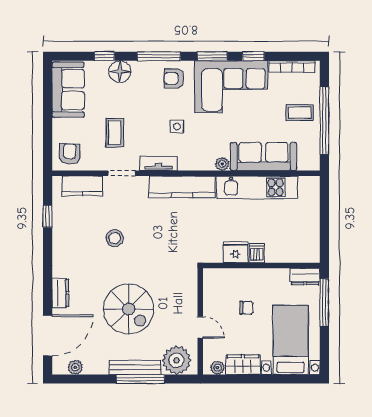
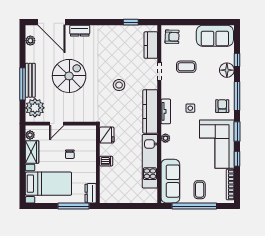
sofa: (263, 157) -> (170, 181), moved
tv unit: (159, 164) -> (166, 111), moved
stool: (115, 238) -> (119, 85), moved
fridge: (236, 252) -> (107, 135), moved
spiral stairs: (129, 309) -> (69, 76), turned 180

